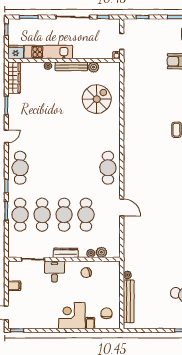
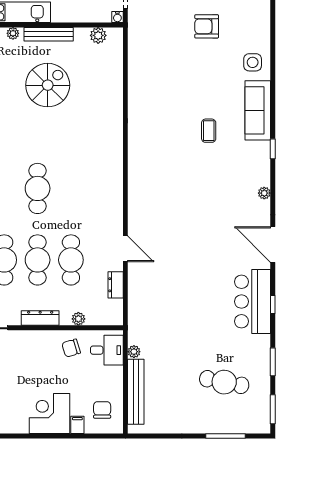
plant: (94, 67) -> (98, 35), moved
spiral stairs: (97, 99) -> (48, 85), moved
cafe table: (108, 168) -> (38, 188), moved
dresser: (115, 231) -> (116, 285), added
plant: (101, 252) -> (94, 317), removed
desk: (54, 271) -> (107, 350), moved, turned 90

